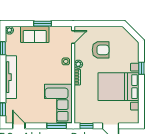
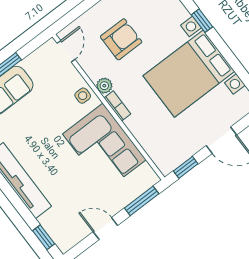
corner sofa: (58, 103) -> (104, 147), moved
door: (19, 126) -> (105, 229), moved

